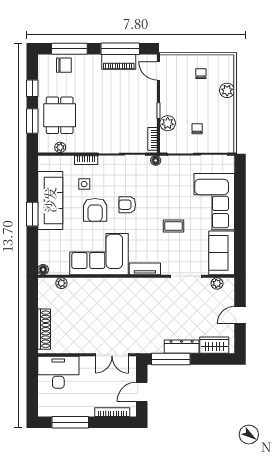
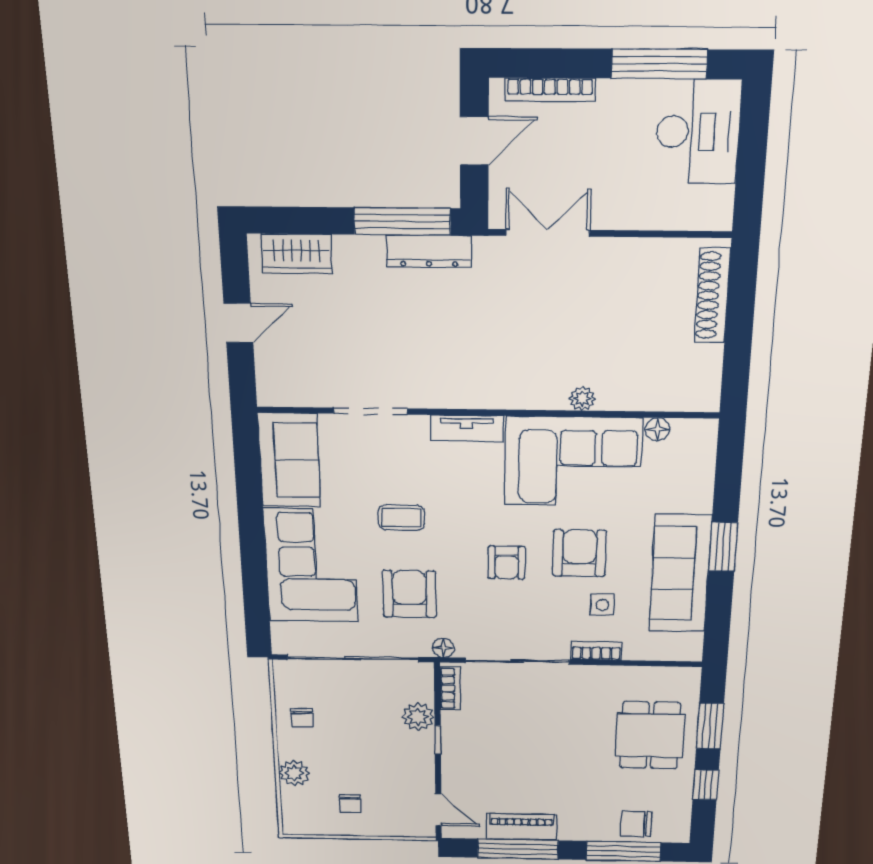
chair: (197, 129) -> (302, 718), moved
plant: (60, 147) -> (652, 676), removed
armchair: (171, 188) -> (409, 594), added
armchair: (127, 205) -> (506, 563), turned 90
floor lamp: (43, 270) -> (658, 429), moved
plant: (61, 283) -> (582, 399), moved
plant: (217, 283) -> (297, 394), removed
dresser: (182, 347) -> (429, 251), moved
desk: (58, 372) -> (698, 132), moved, turned -90

